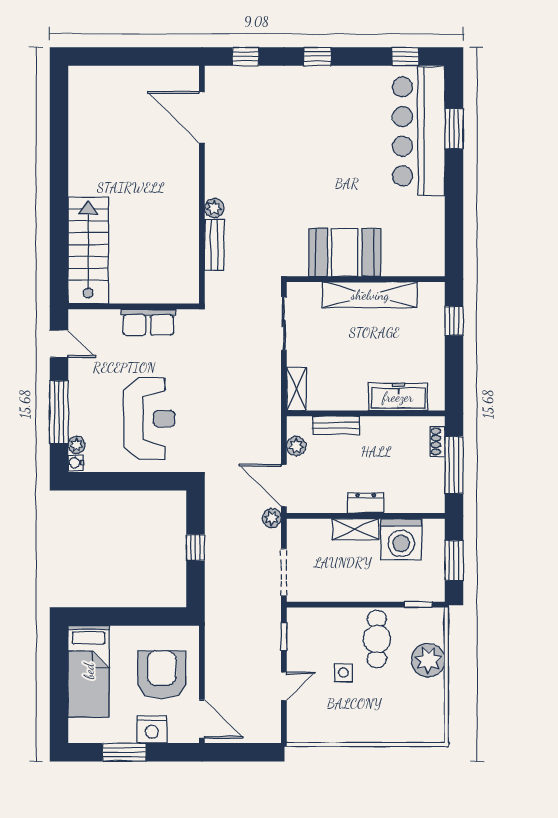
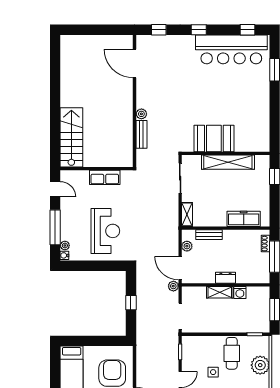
bar counter: (419, 131) -> (231, 49), moved, turned -90
washing machine: (401, 539) -> (240, 293), width x0.53, depth x0.53

